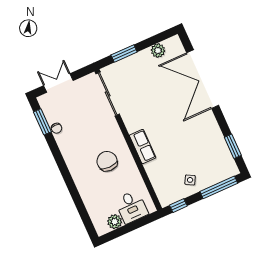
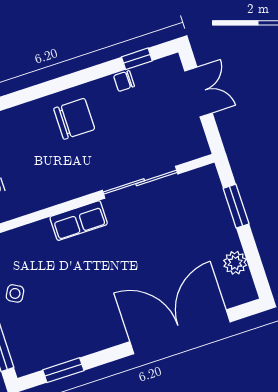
sliding door: (108, 94) -> (140, 182), moved
window: (42, 122) -> (137, 59), width x0.67
chair: (107, 161) -> (74, 119), moved

